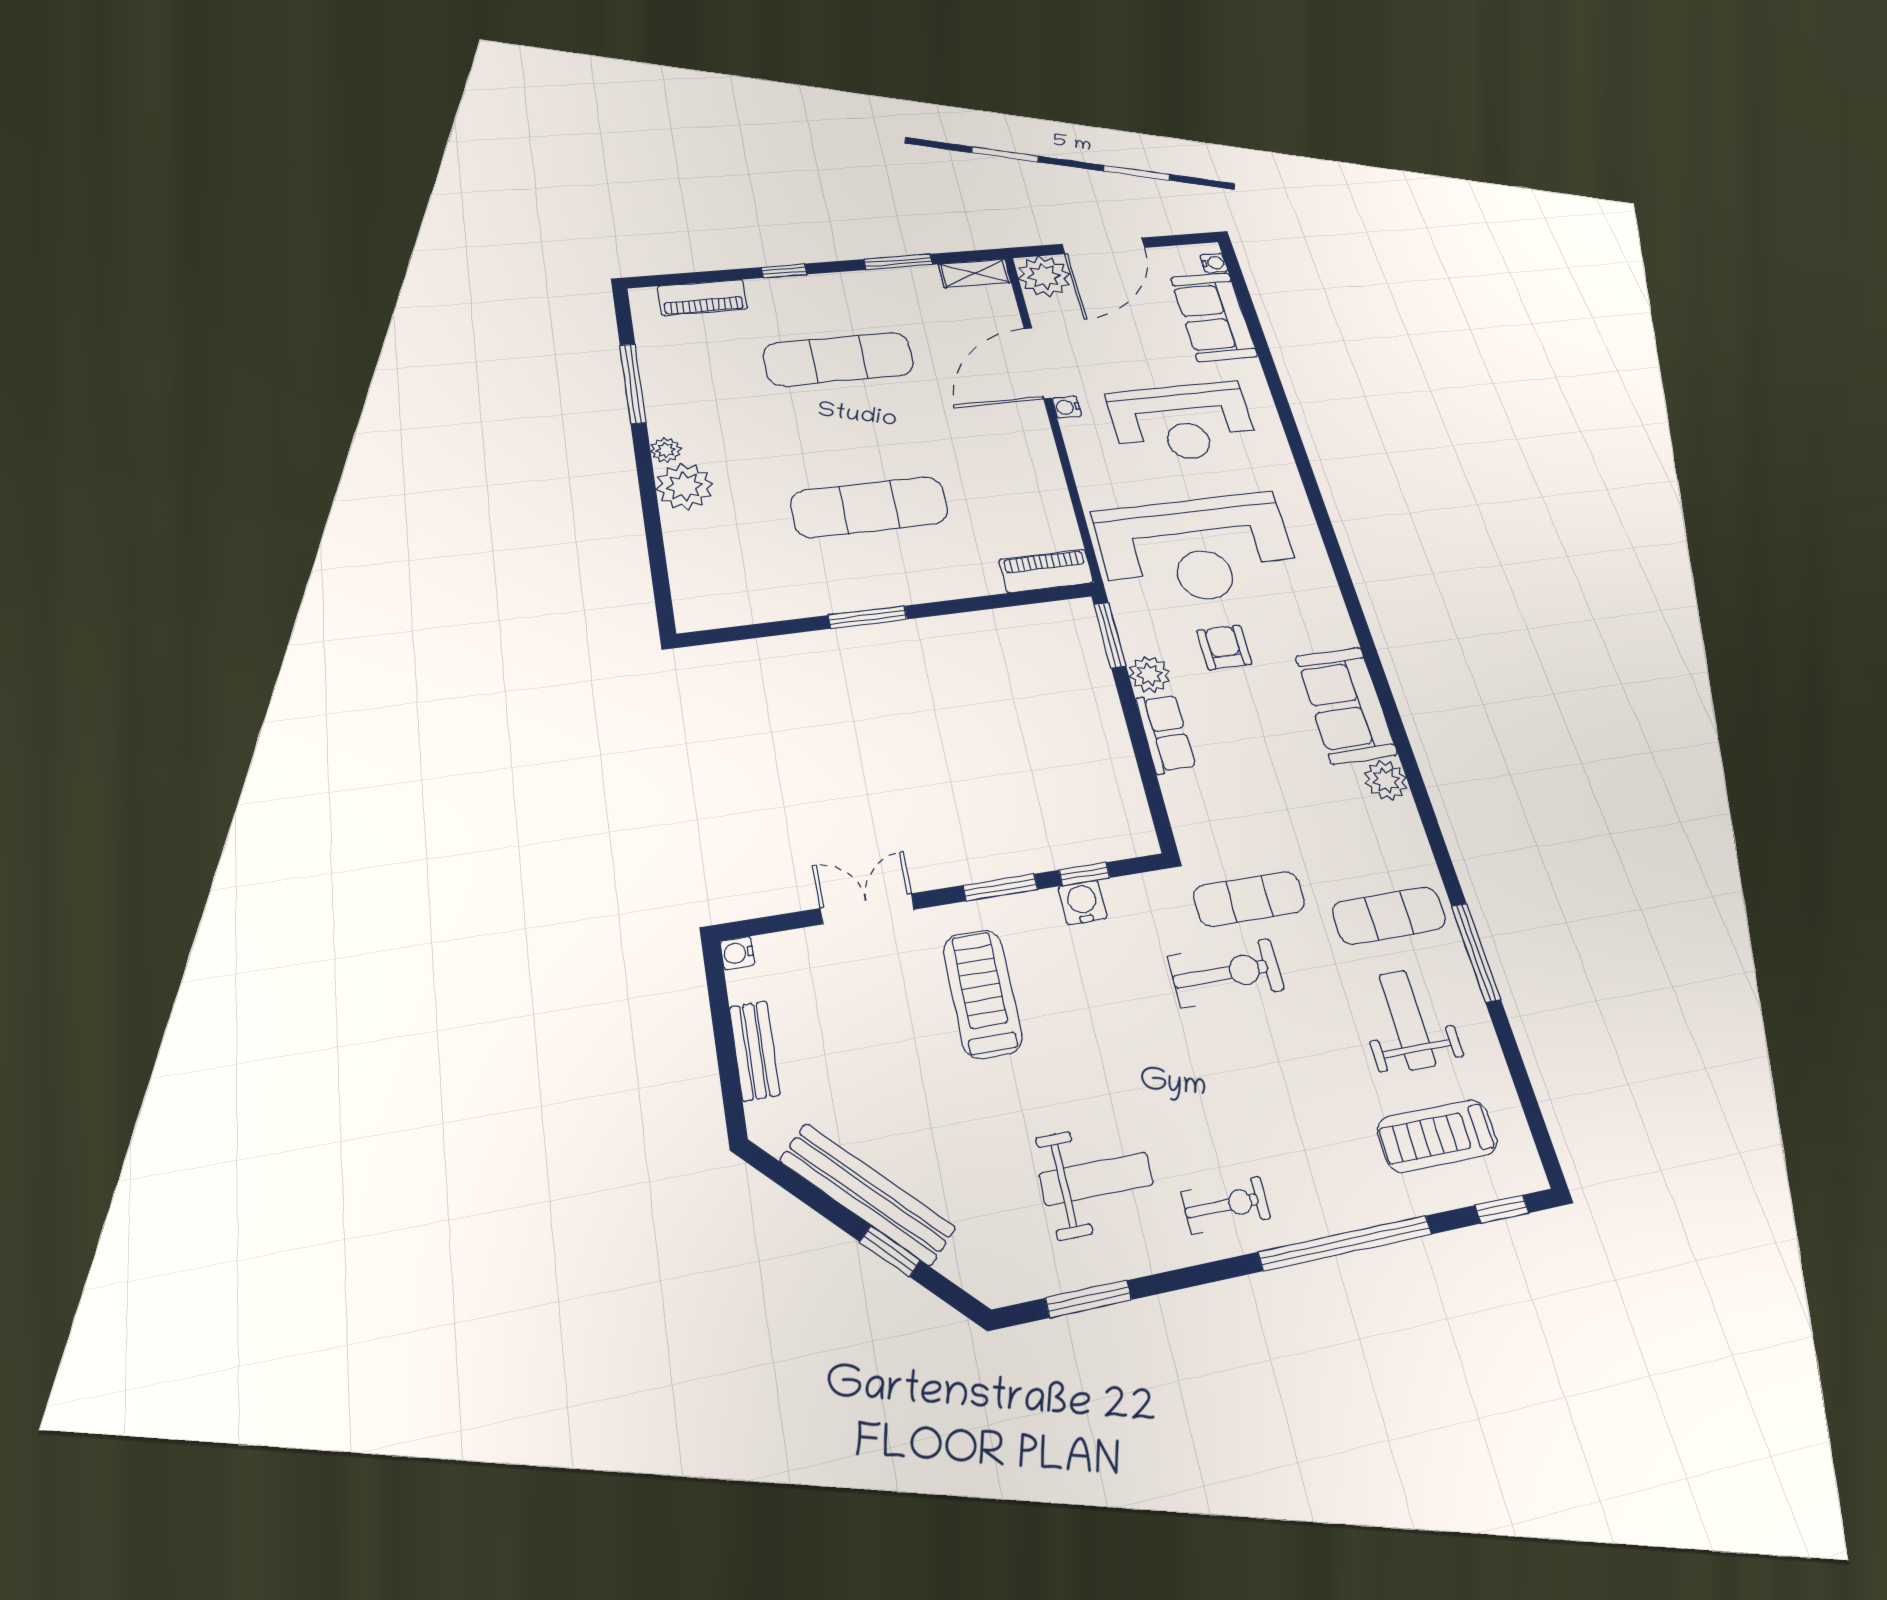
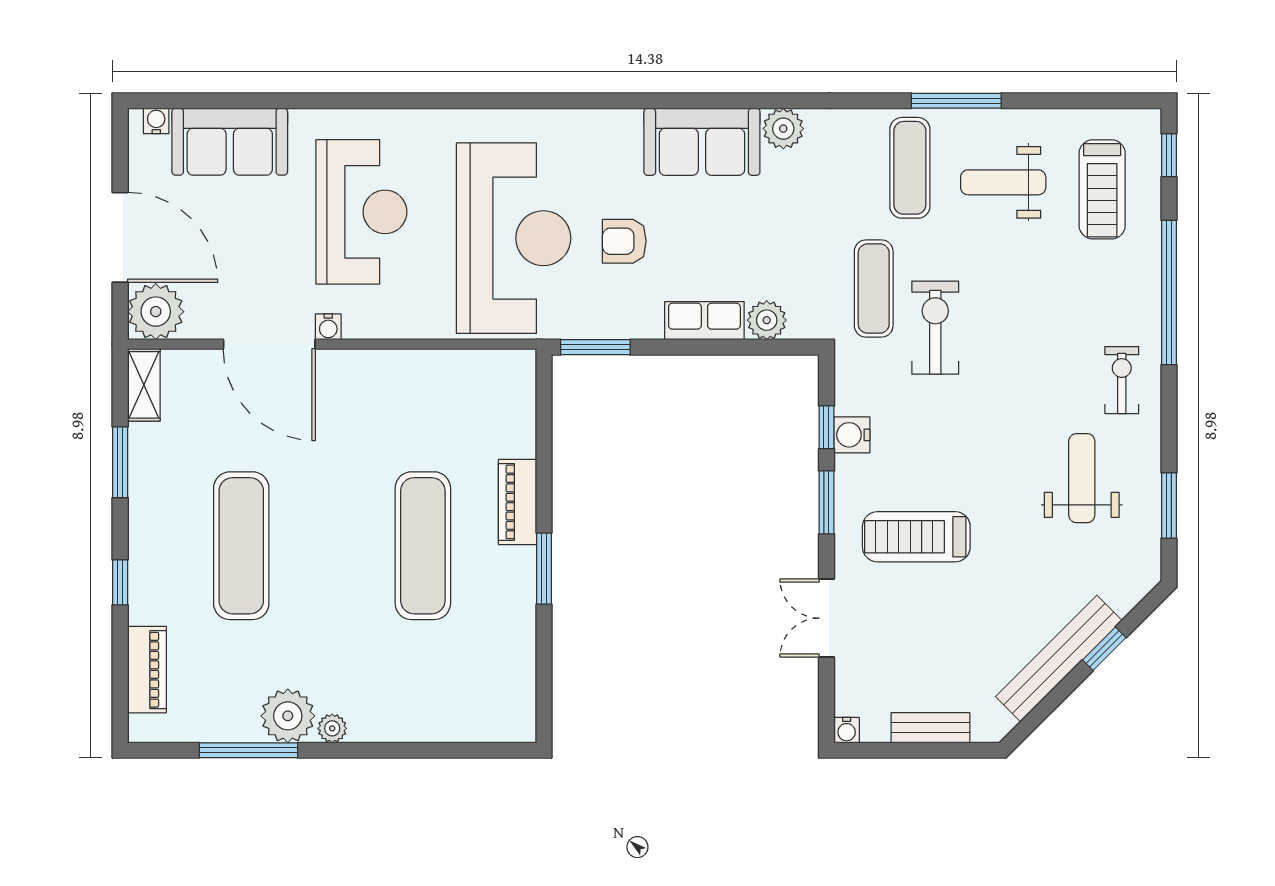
plant: (685, 486) -> (288, 716), moved
piano: (1046, 571) -> (517, 502), moved
plant: (1149, 674) -> (767, 320), moved

